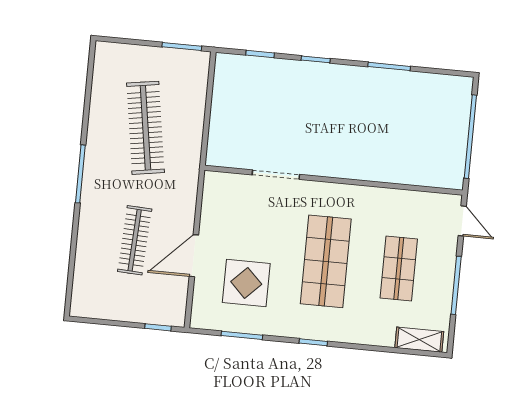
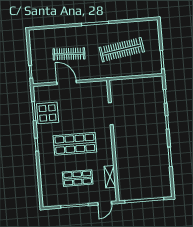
display table: (246, 283) -> (48, 113), moved
shelving: (419, 340) -> (110, 177), moved

